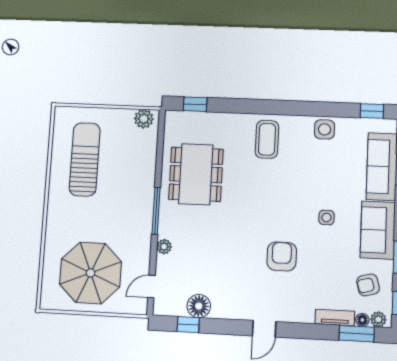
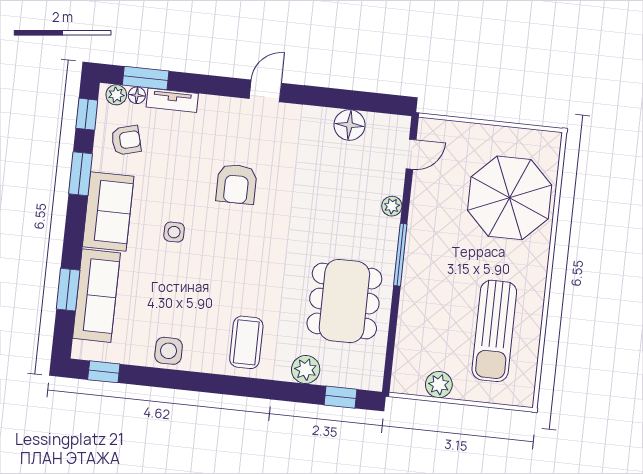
plant: (144, 119) -> (439, 385), moved
plant: (222, 122) -> (306, 369), added
parasol: (91, 273) -> (510, 198), moved
window: (188, 325) -> (365, 101), removed

